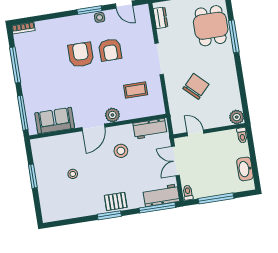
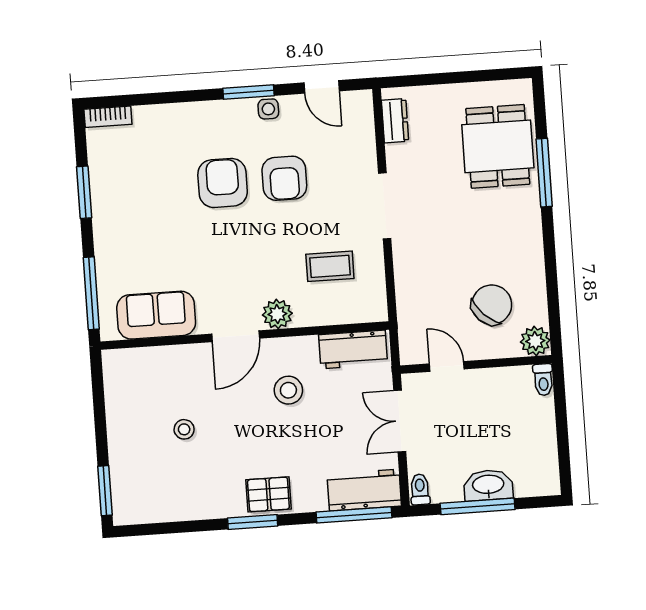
window: (15, 65) -> (84, 192), width x0.69
chair: (196, 86) -> (492, 305), moved
washbasin: (245, 169) -> (488, 485), moved, turned 90
window: (33, 176) -> (105, 491), moved

